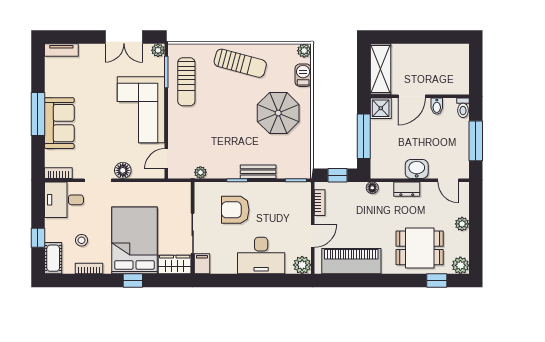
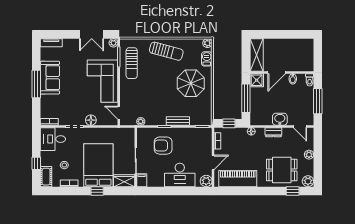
sofa: (59, 123) -> (50, 78), moved
door: (166, 159) -> (119, 113), hinge flipped

